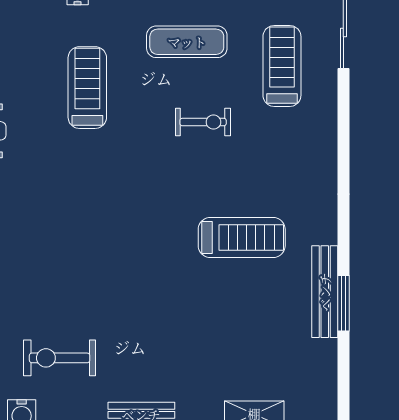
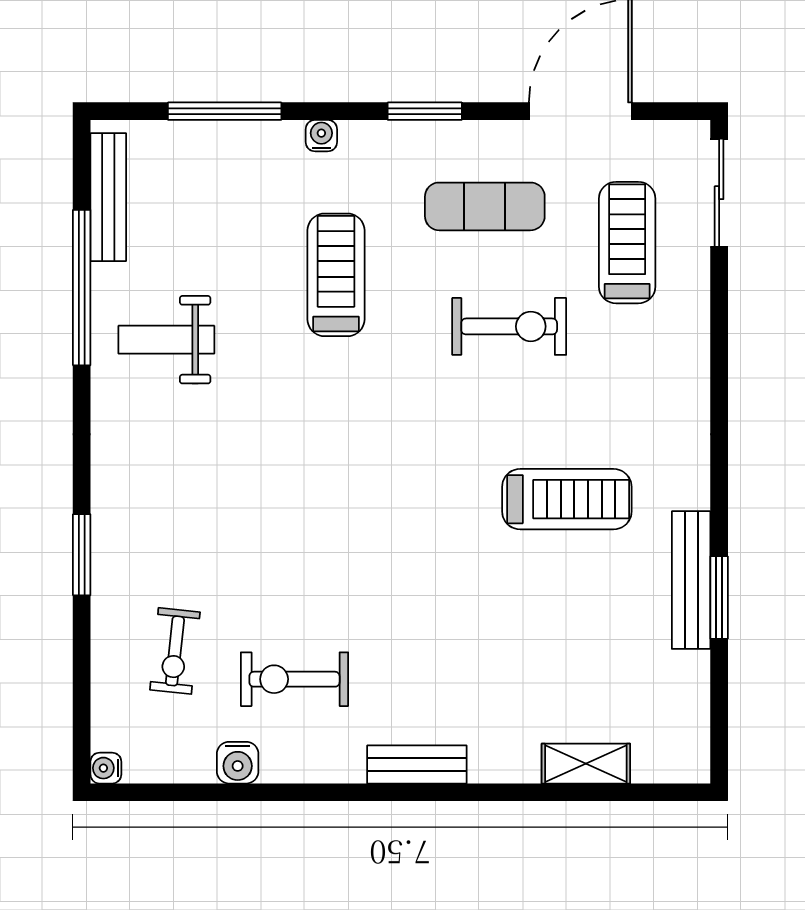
exercise bike: (203, 122) -> (509, 326), width x1.38, depth x1.39

